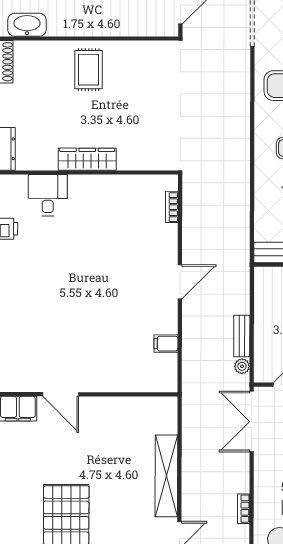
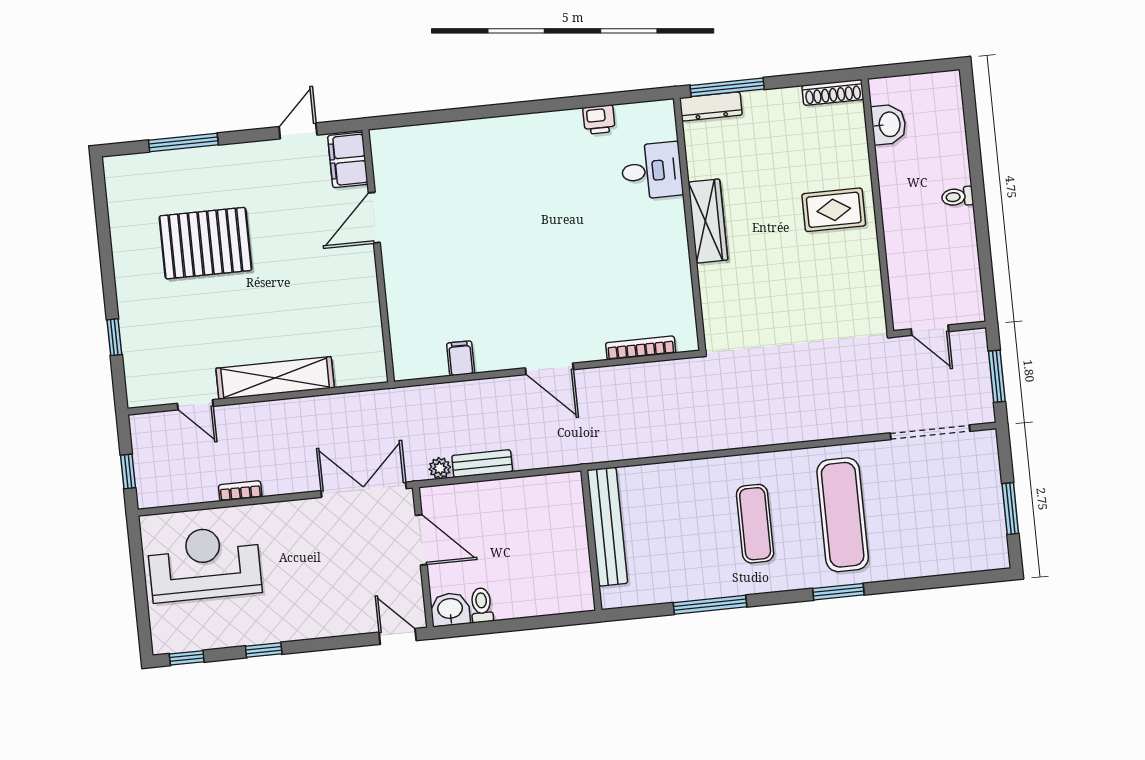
washbasin: (27, 25) -> (889, 124), width x0.72
bookcase: (172, 207) -> (641, 348), width x1.56

